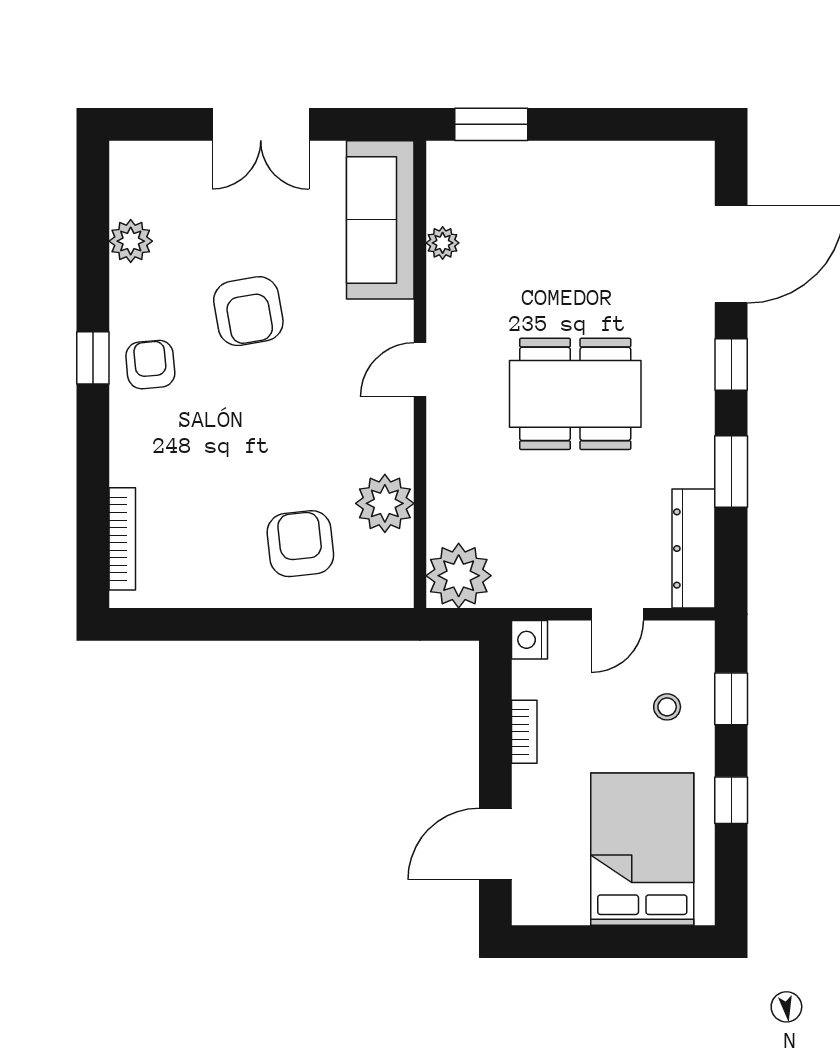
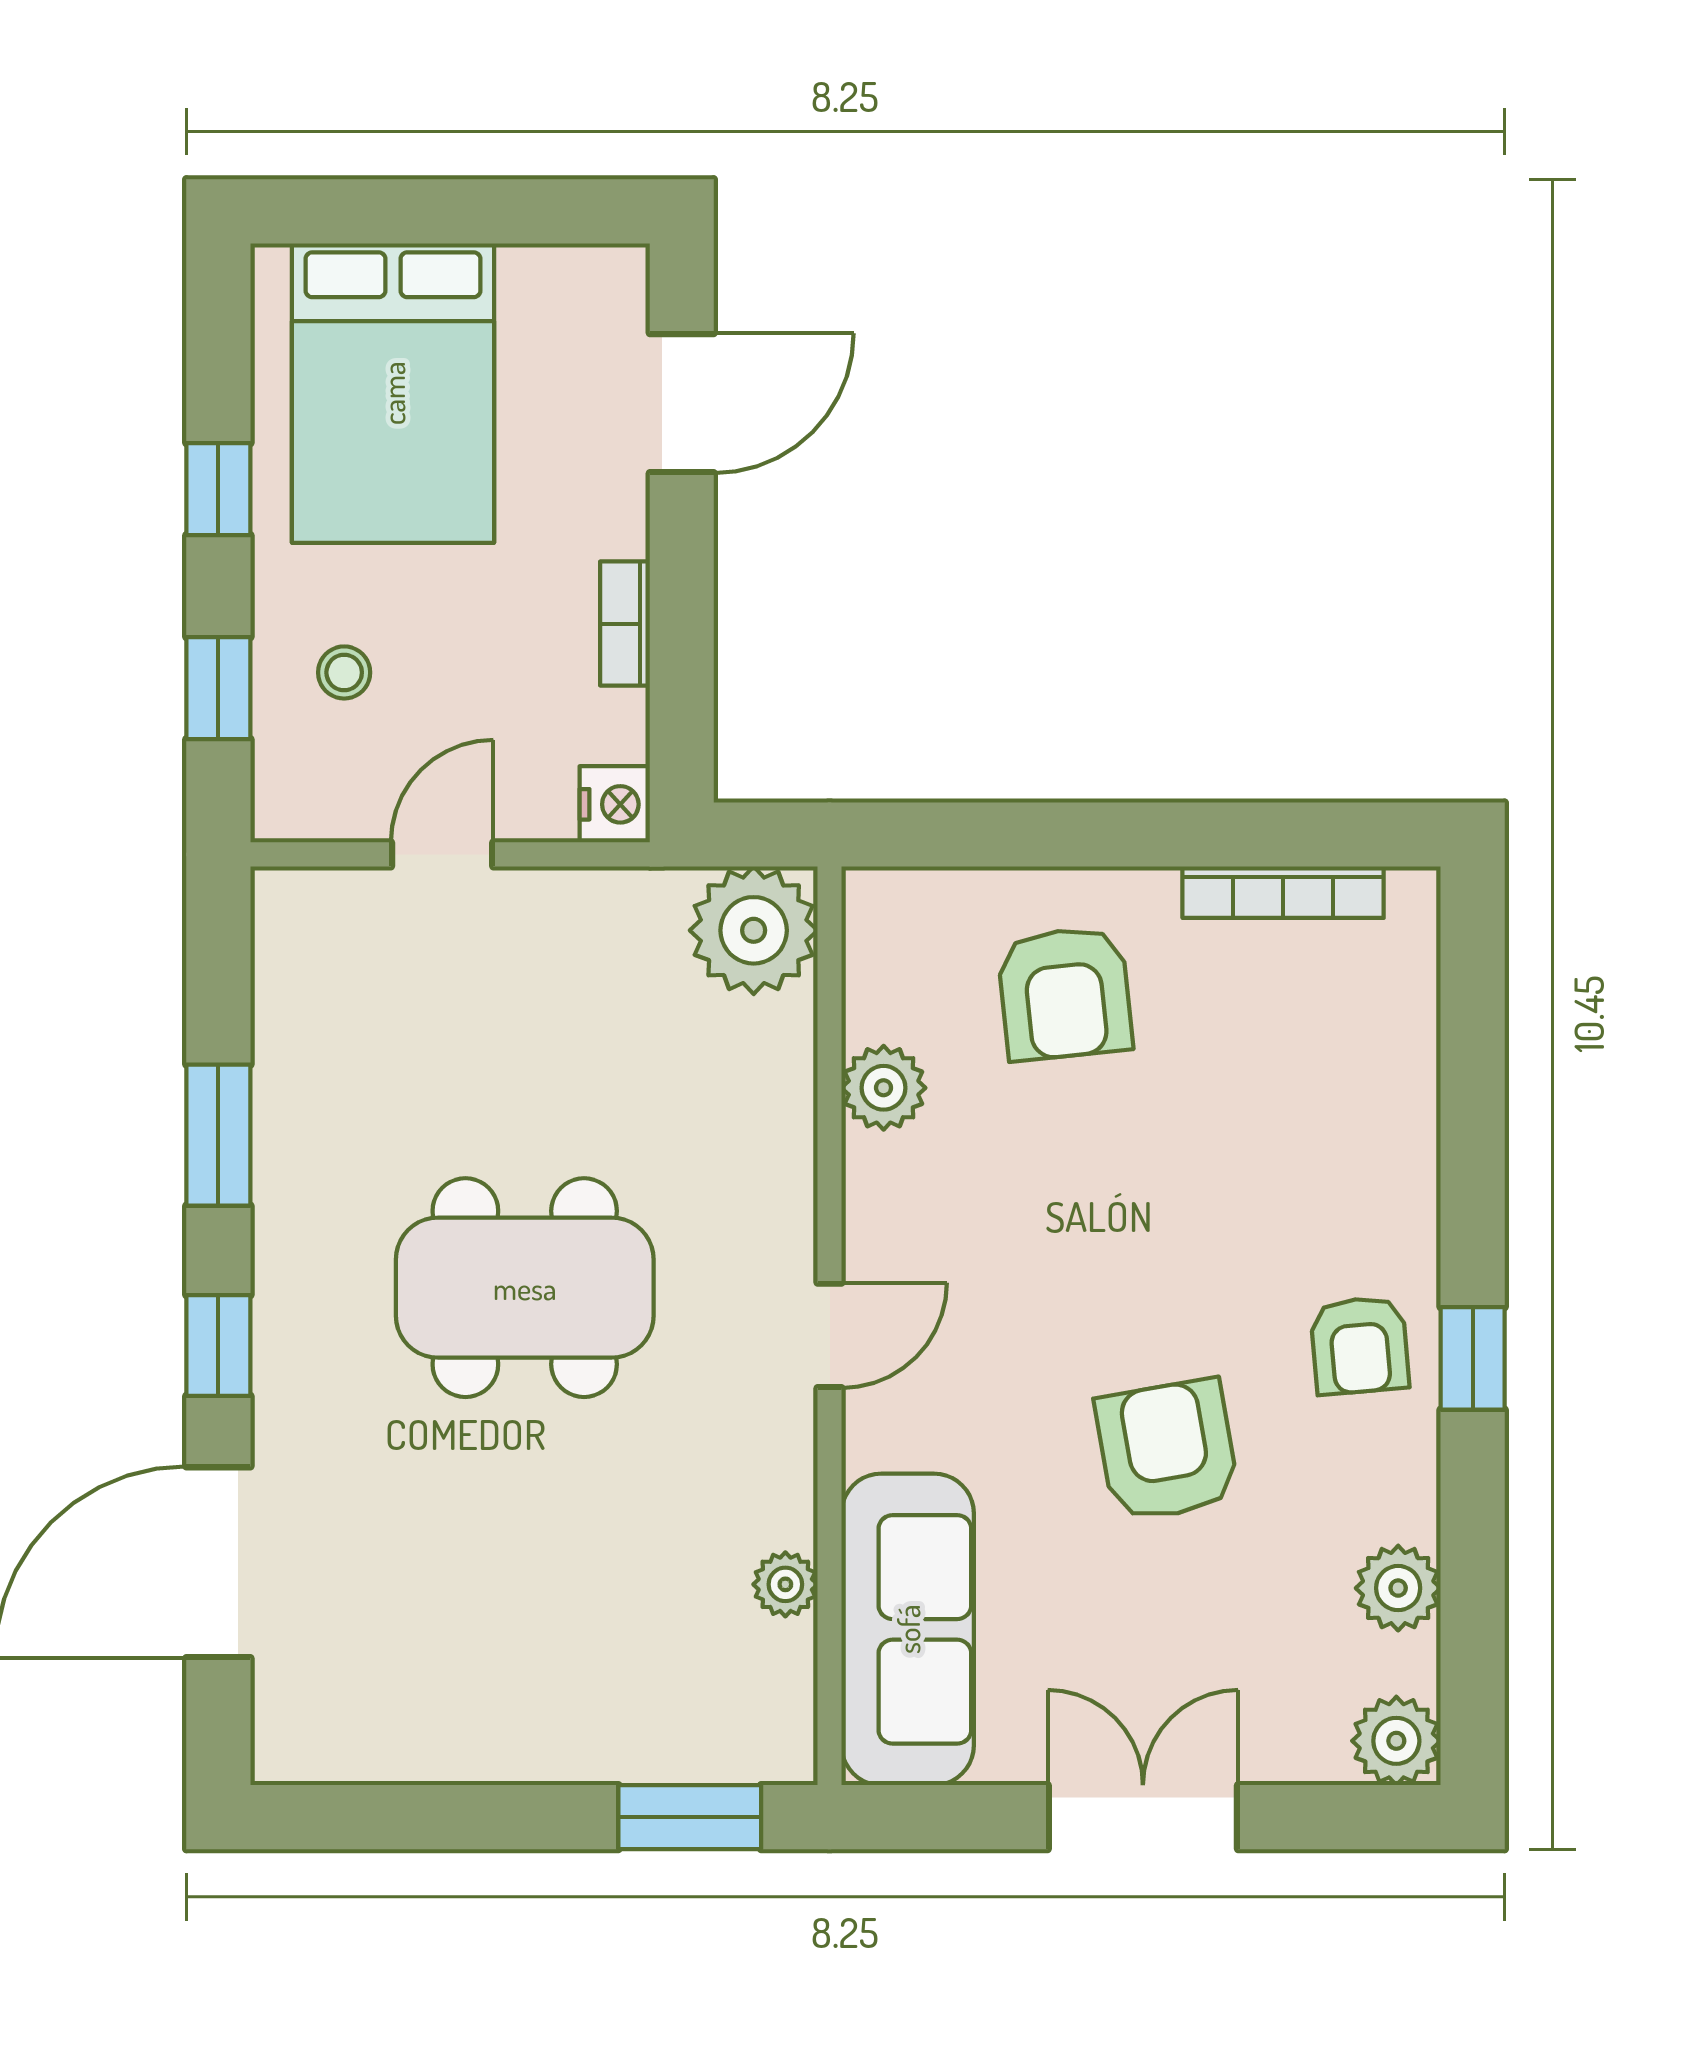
plant: (132, 163) -> (1396, 1741), added
plant: (385, 503) -> (884, 1088), width x0.73, depth x0.73
bookcase: (122, 539) -> (1283, 892), moved, turned -90
dresser: (694, 549) -> (292, 984), removed

